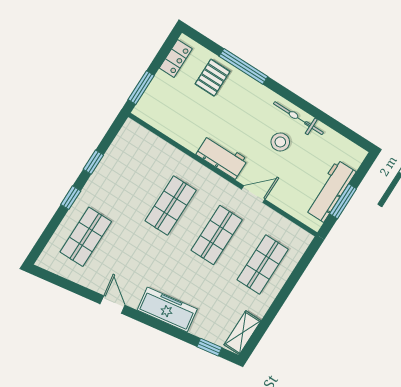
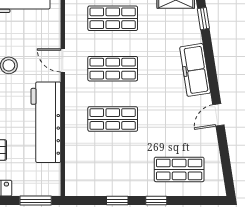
workbench: (222, 157) -> (46, 122), width x1.88, depth x1.32

